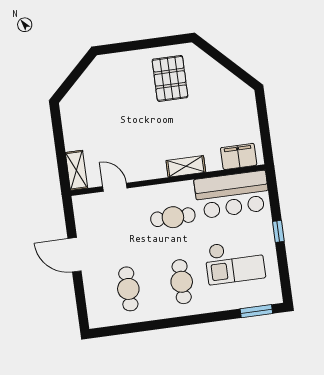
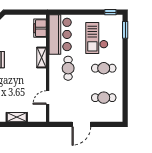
shelving: (76, 170) -> (17, 117), moved
window: (278, 231) -> (110, 12), moved
checkout: (235, 262) -> (97, 38), turned 180

